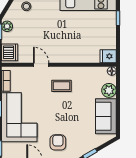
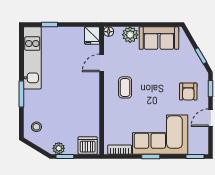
door: (41, 65) -> (102, 63), moved
armchair: (58, 142) -> (188, 92), turned -90

